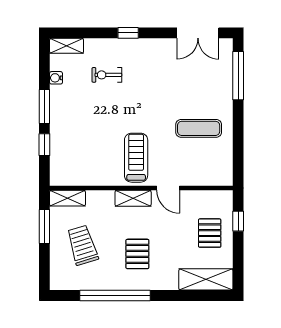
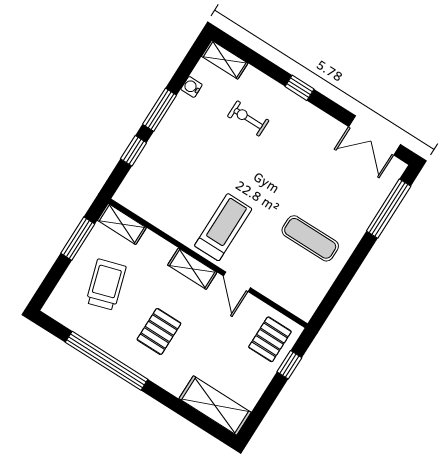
pallet: (210, 233) -> (270, 339), moved

